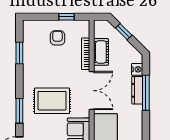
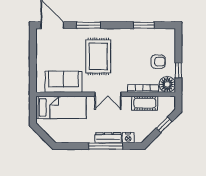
floor lamp: (81, 28) -> (167, 84), added
double door: (92, 91) -> (108, 94), width x0.73

